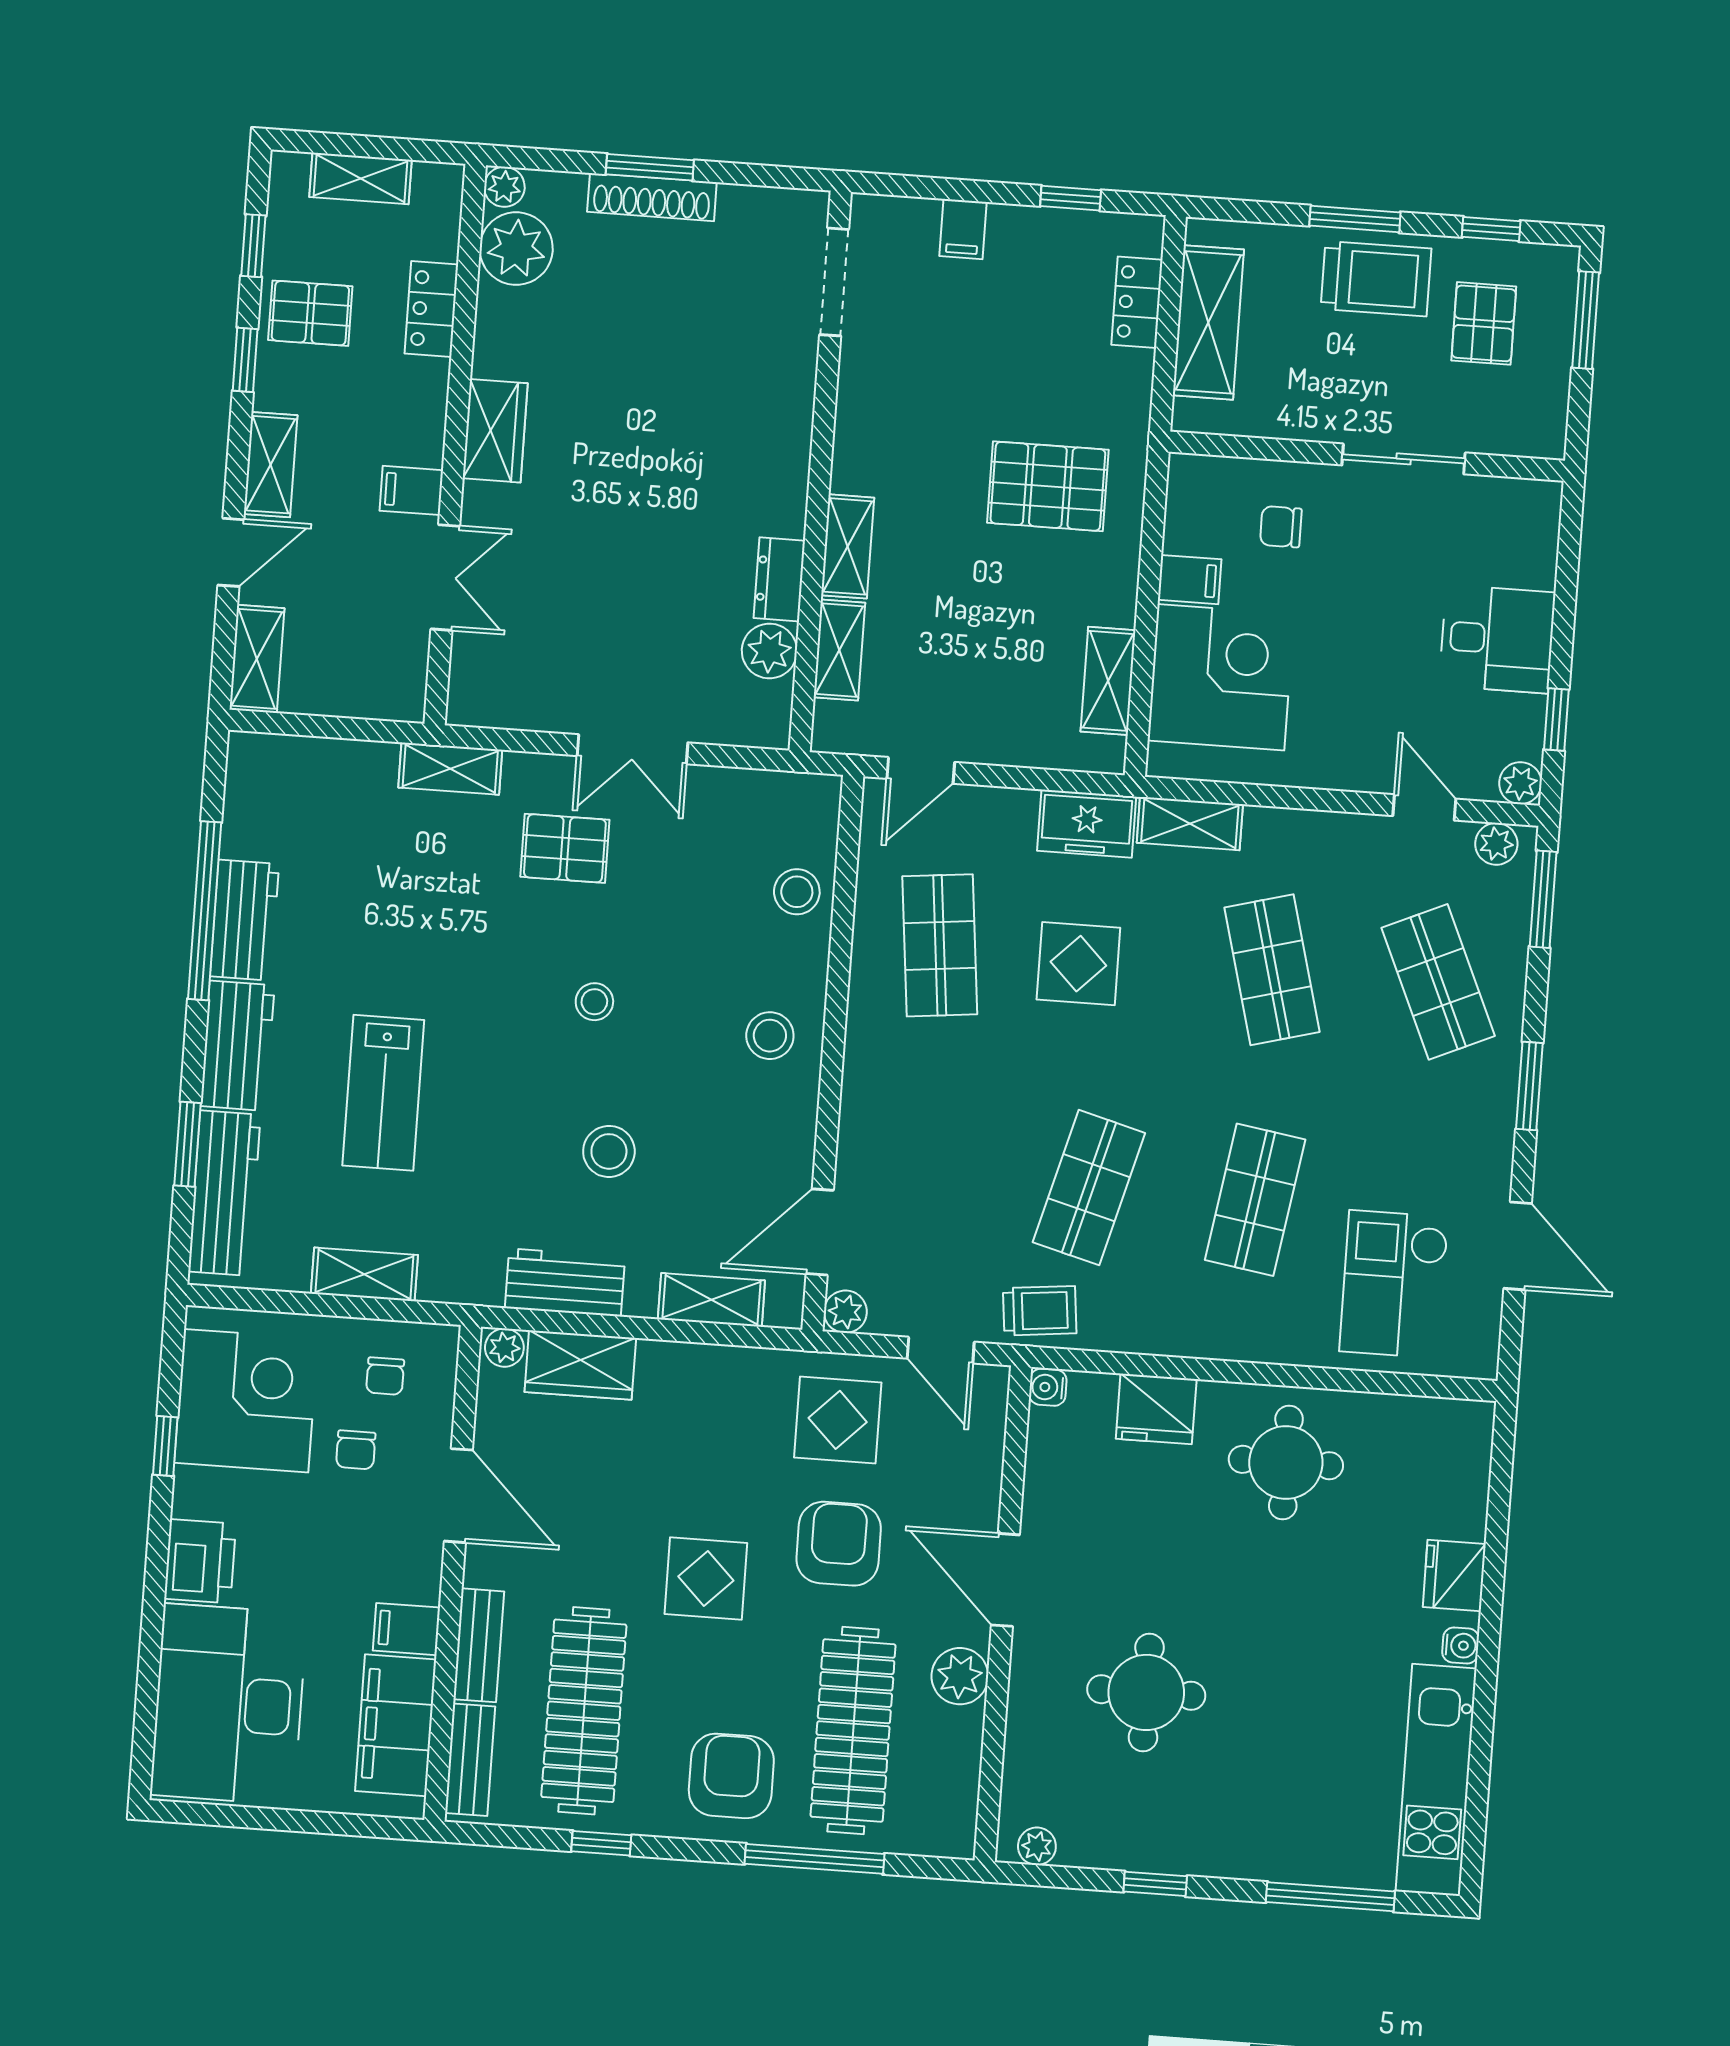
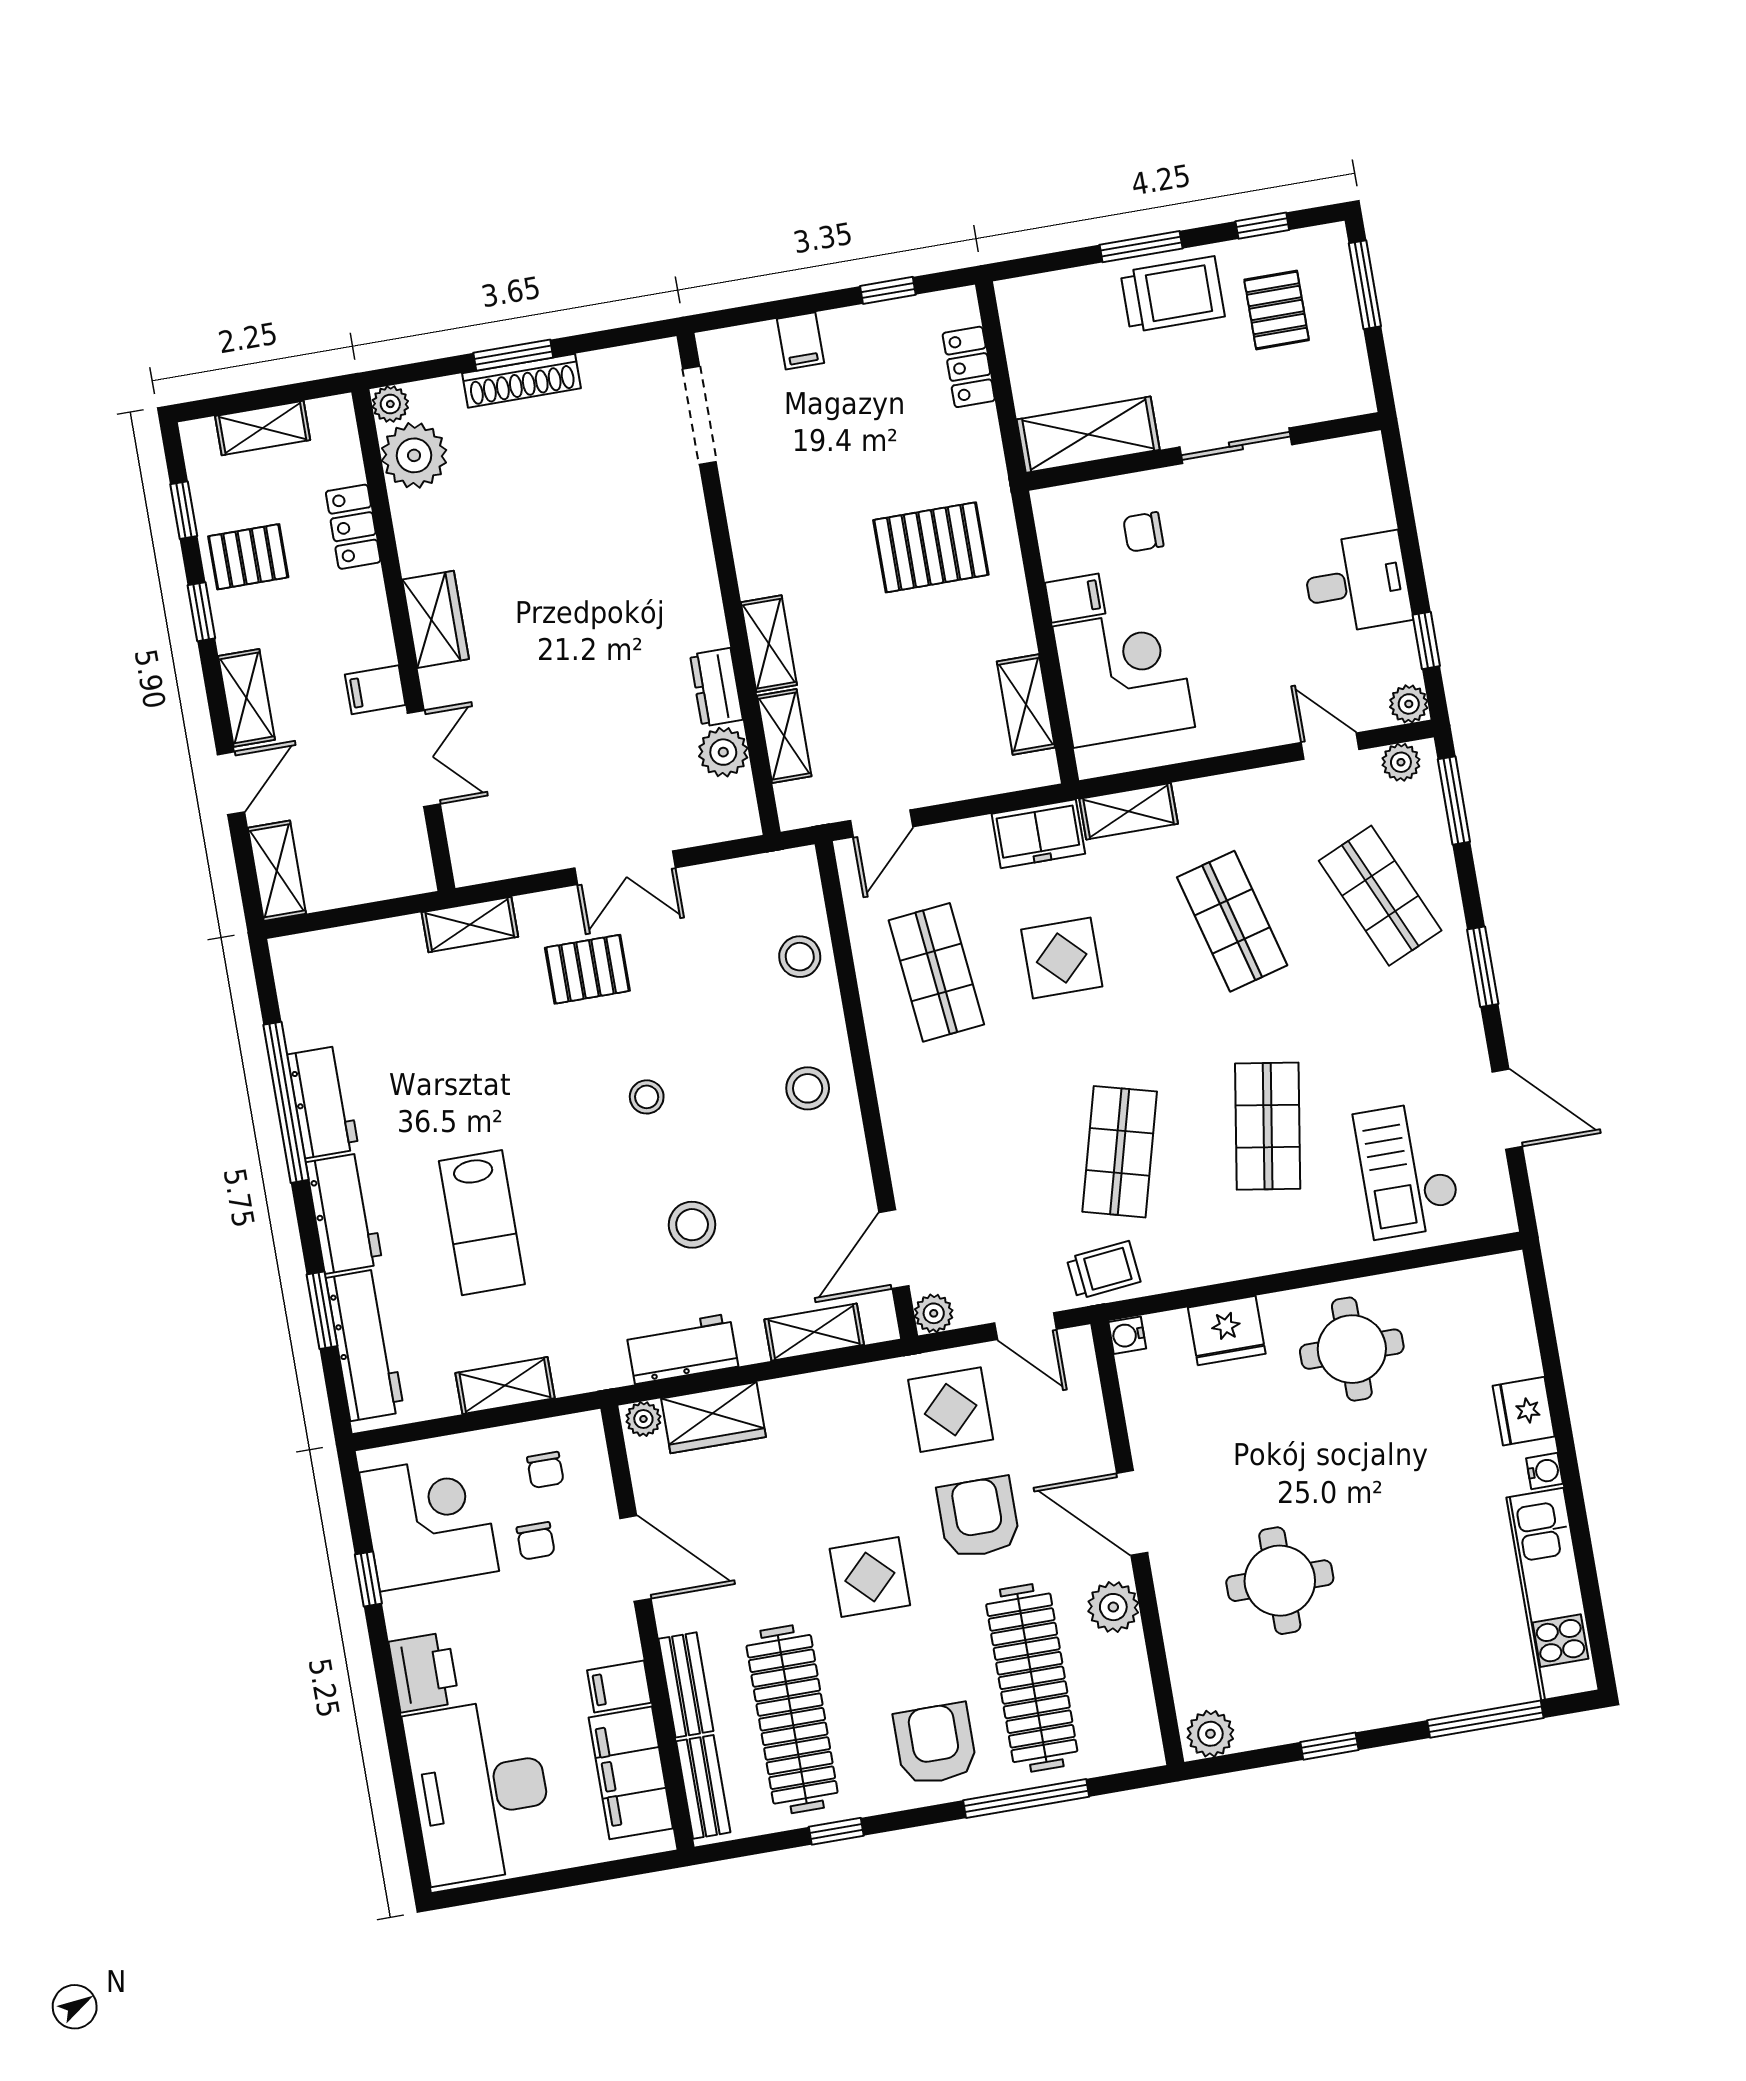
shelving: (1208, 322) -> (1088, 435), moved, turned 90
plant: (1037, 1846) -> (1210, 1734), width x1.38, depth x1.38

